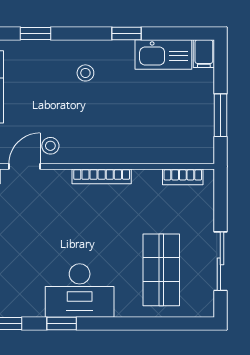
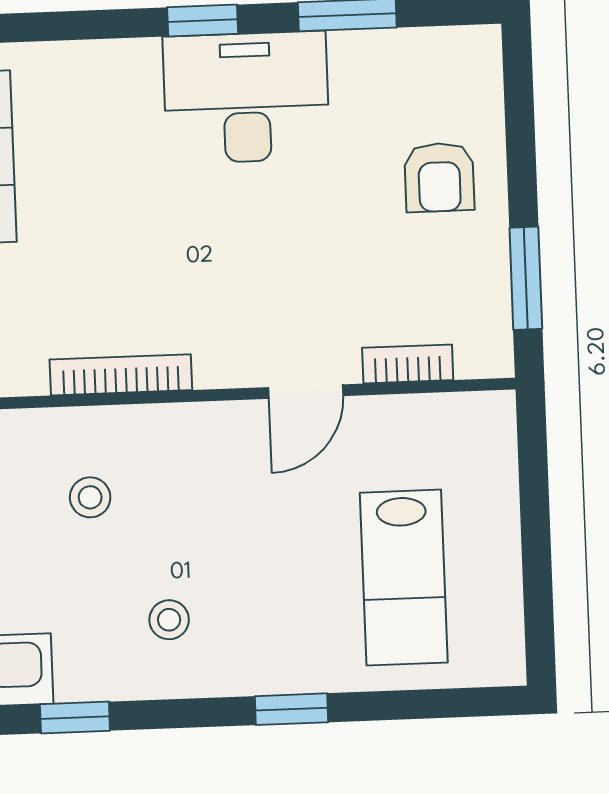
stool: (50, 146) -> (90, 497), moved
desk: (80, 291) -> (246, 97), moved

